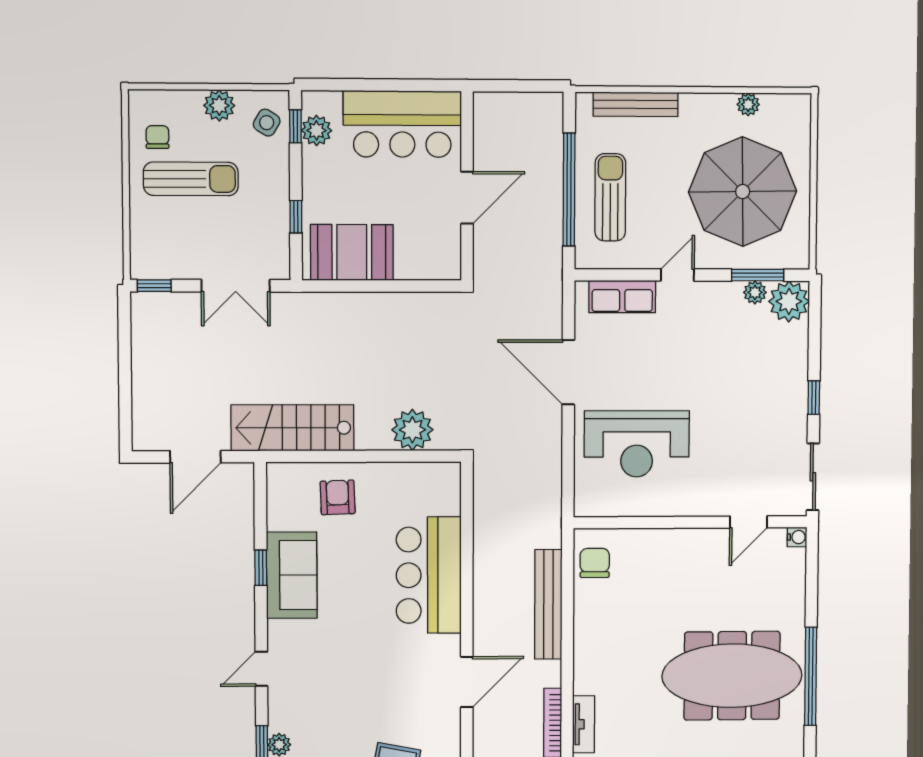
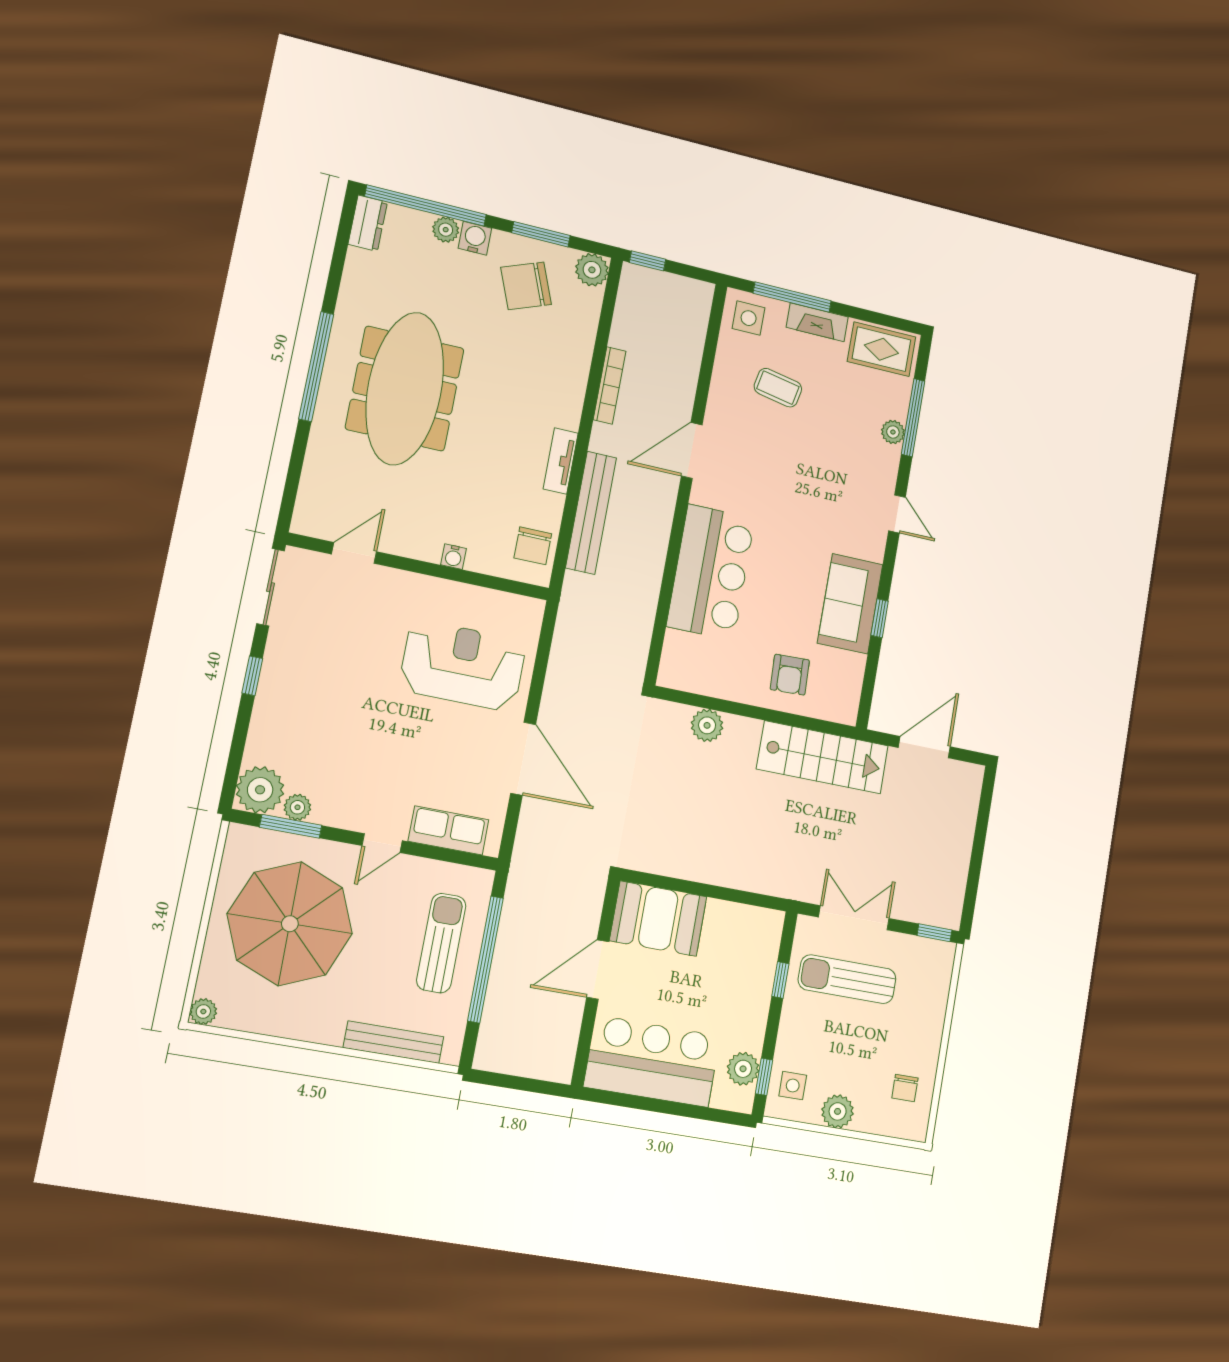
plant: (748, 104) -> (203, 1012), moved
side table: (267, 123) -> (793, 1085), turned -31
sun lounger: (191, 179) -> (847, 979), moved
sun lounger: (610, 197) -> (441, 943), turned 180
booth: (352, 252) -> (658, 919), moved
plant: (412, 430) -> (707, 725), width x0.73, depth x0.73
water cooler: (797, 537) -> (453, 557), moved, turned -90
door: (261, 669) -> (897, 514), hinge flipped
meeting table: (732, 676) -> (405, 389), turned 90
tv unit: (584, 724) -> (561, 461), moved

